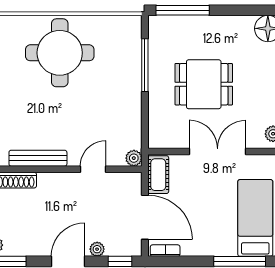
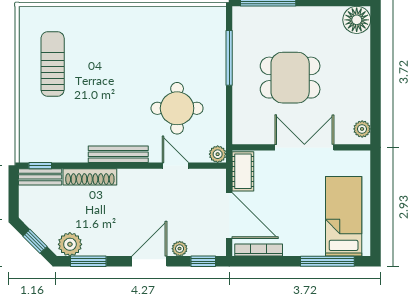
round table: (60, 53) -> (177, 108), moved, width x0.73, depth x0.73
door: (93, 169) -> (175, 166), hinge flipped
bookcase: (165, 251) -> (259, 250), width x1.56

